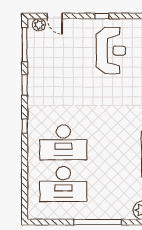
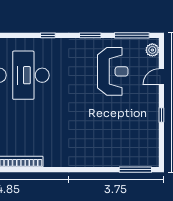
door: (55, 16) -> (161, 77), moved
reception desk: (111, 51) -> (113, 71), moved, turned -90

